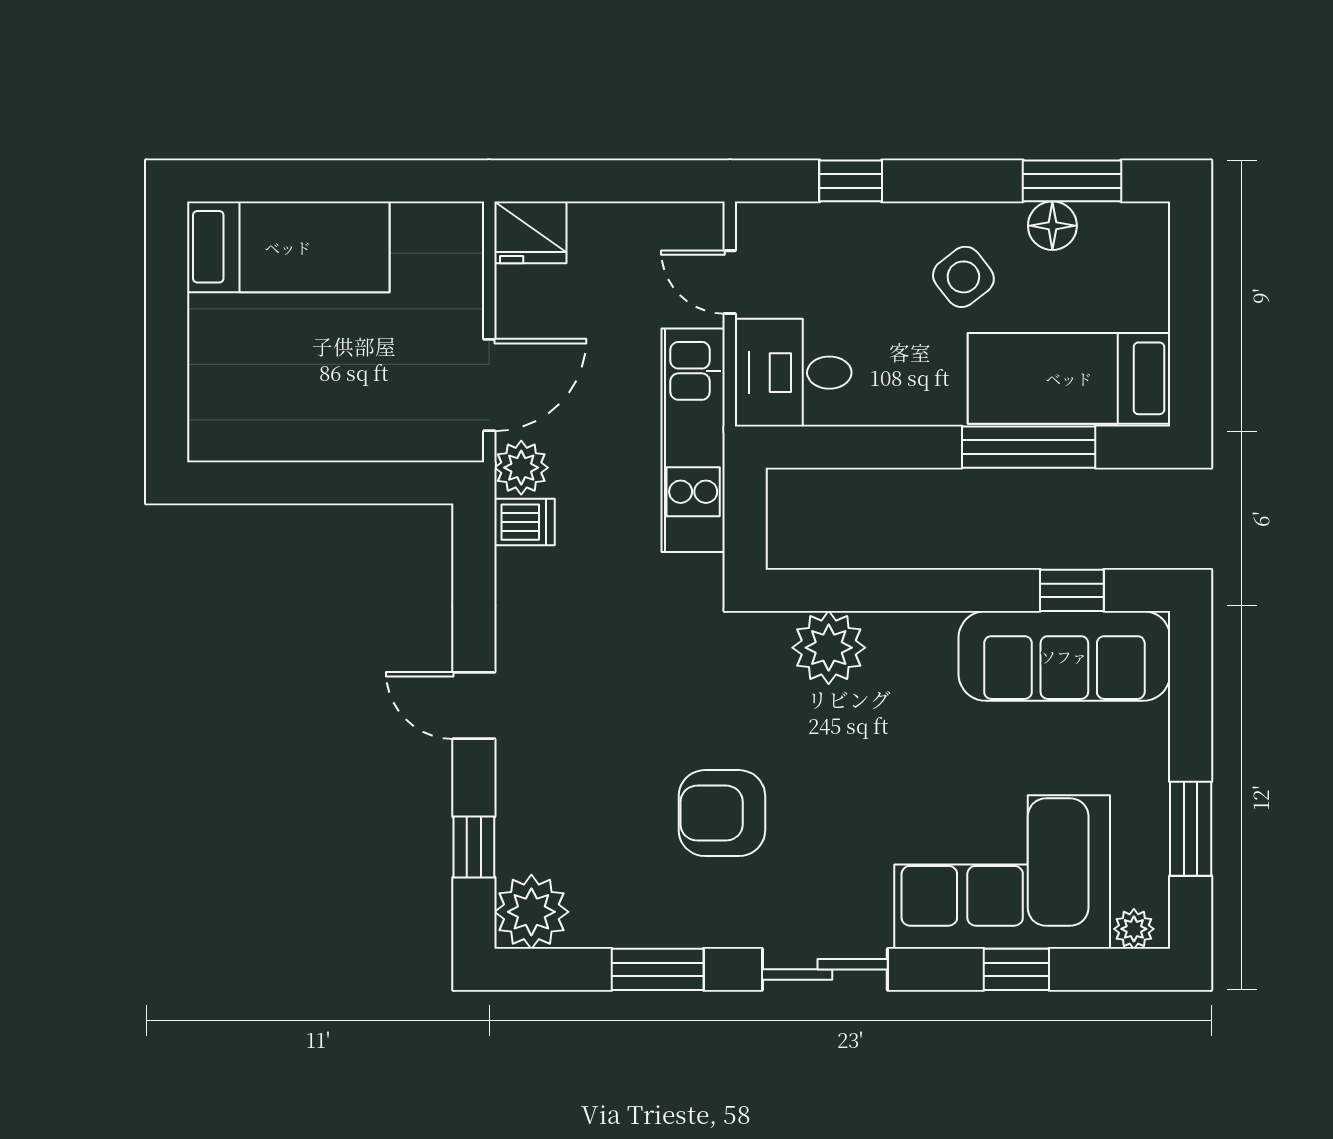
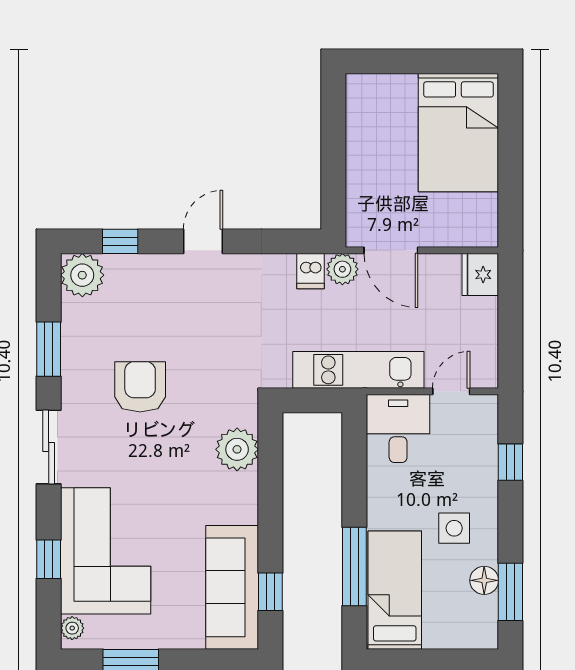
bed: (288, 247) -> (458, 133), width x1.50
side table: (963, 277) -> (454, 528), turned 38

